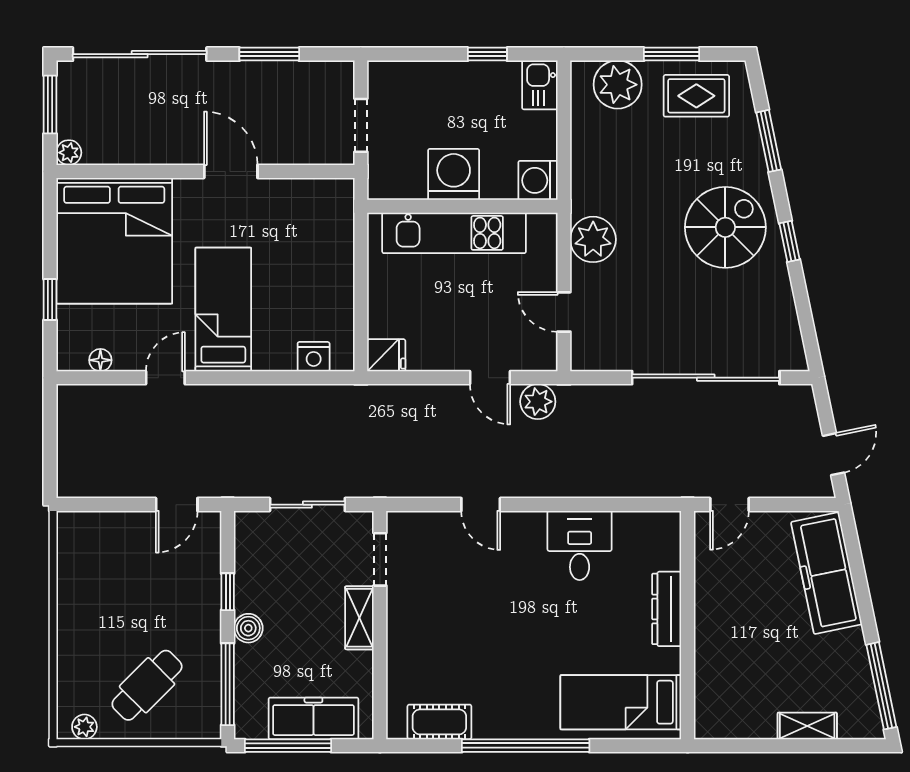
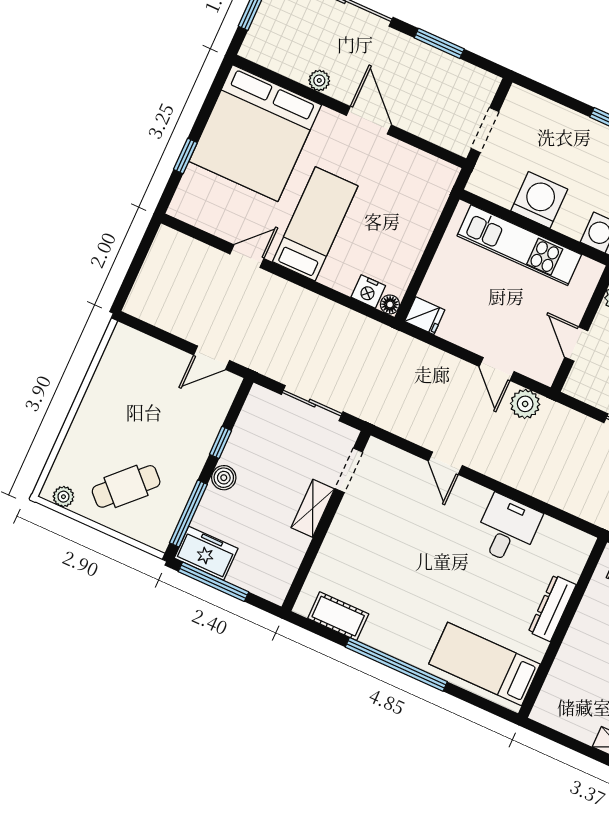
plant: (69, 153) -> (319, 80), moved
floor lamp: (100, 360) -> (390, 304), moved
freezer: (313, 718) -> (206, 553), moved, width x0.71

